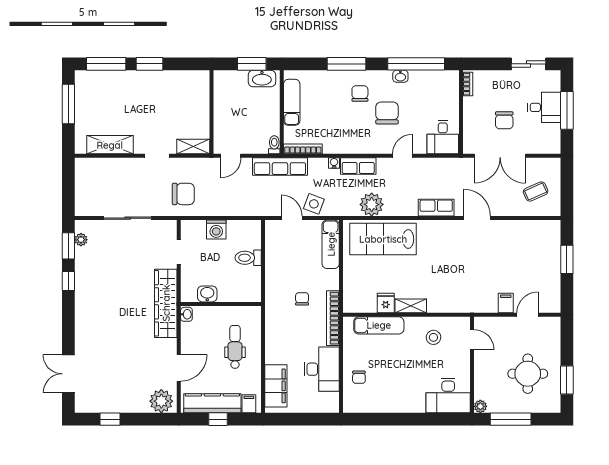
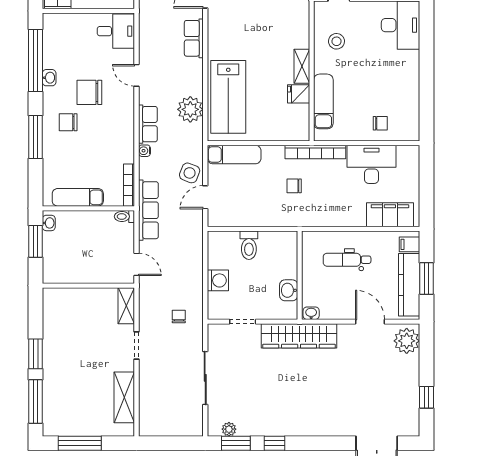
washbasin: (262, 79) -> (49, 223), width x0.52, depth x0.69
chair: (183, 194) -> (179, 317), width x0.54, depth x0.54
window: (218, 419) -> (426, 278), width x1.50

